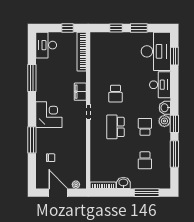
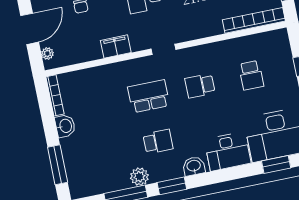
filing cabinet: (80, 92) -> (116, 46), moved
plant: (164, 121) -> (139, 177), moved
school desk: (145, 160) -> (251, 75), moved, turned -90

